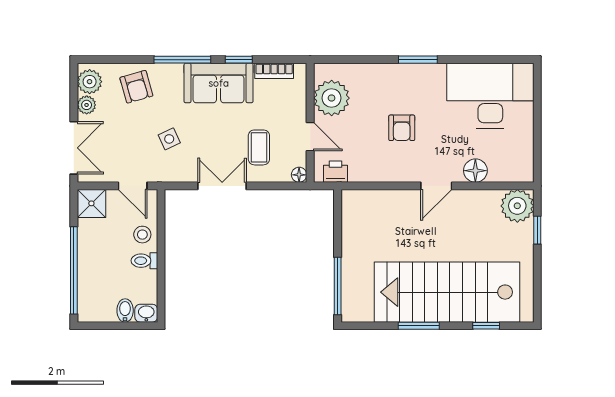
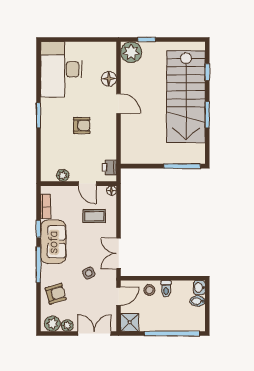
plant: (332, 98) -> (63, 175), width x0.53, depth x0.53
door: (310, 137) -> (87, 184), swing flipped
double door: (222, 186) -> (119, 253), moved

